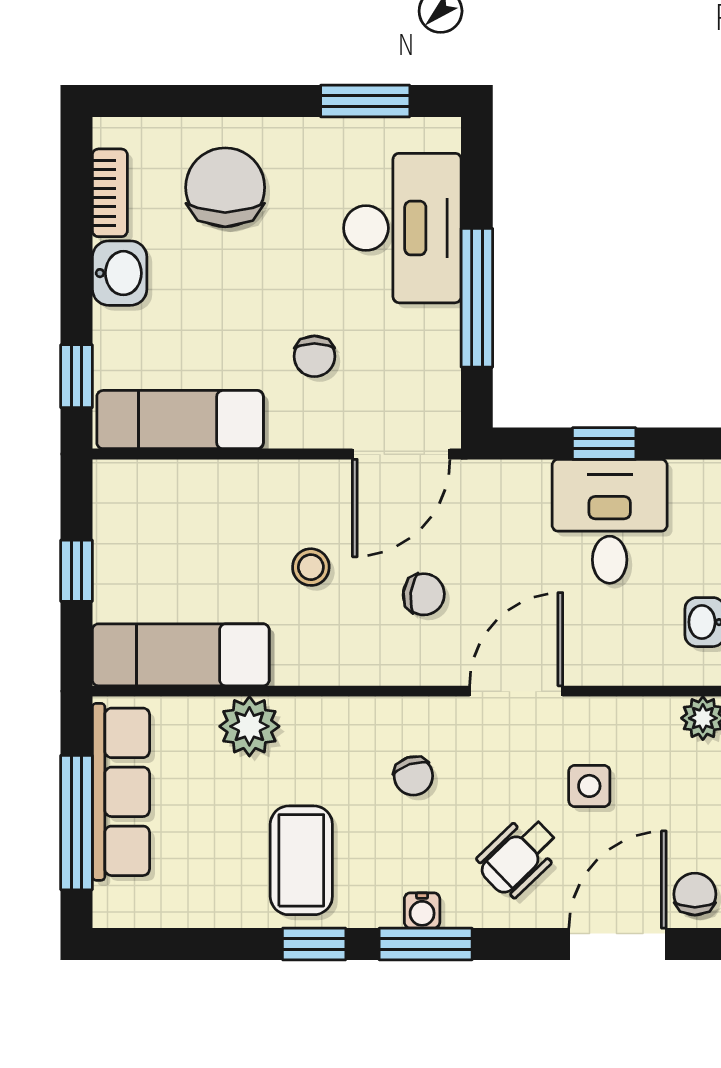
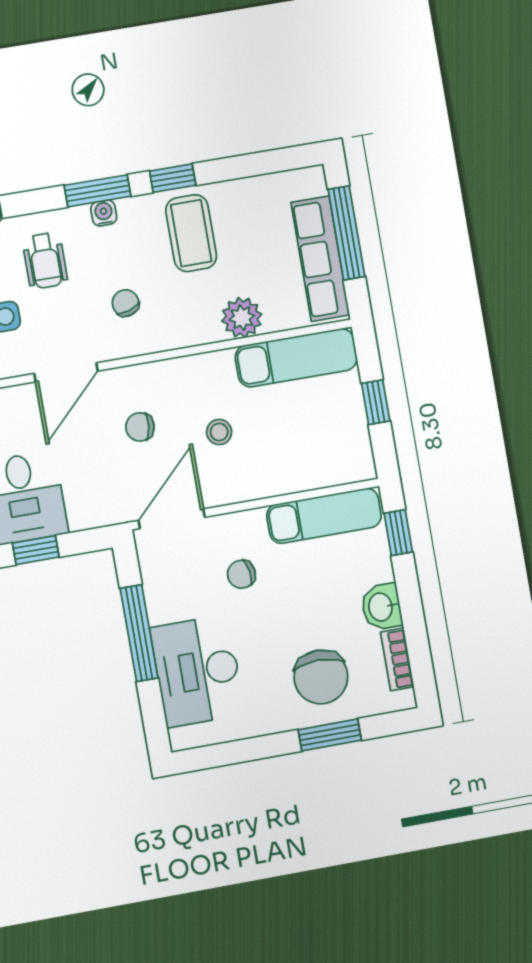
window: (365, 101) -> (330, 735), moved
chair: (314, 356) -> (241, 574), turned -99
wheelchair: (518, 856) -> (45, 261), turned 134

